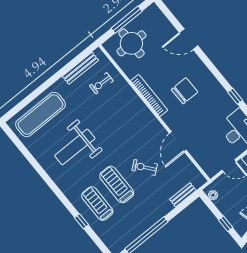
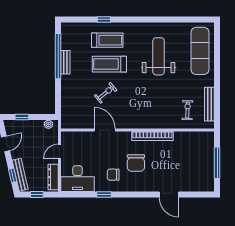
door: (189, 39) -> (169, 195), swing flipped
round table: (131, 43) -> (198, 153), removed
chair: (211, 102) -> (113, 175), added
treadmill: (117, 185) -> (109, 64), turned 180
bench: (183, 195) -> (65, 62), moved

